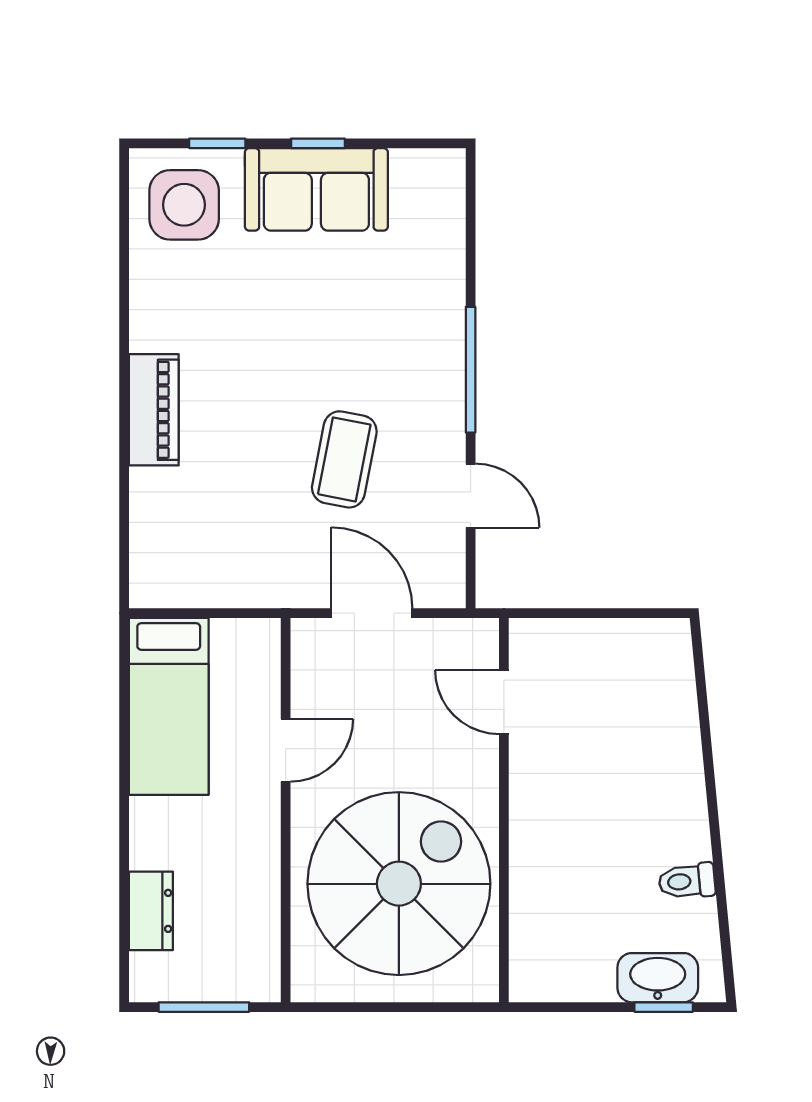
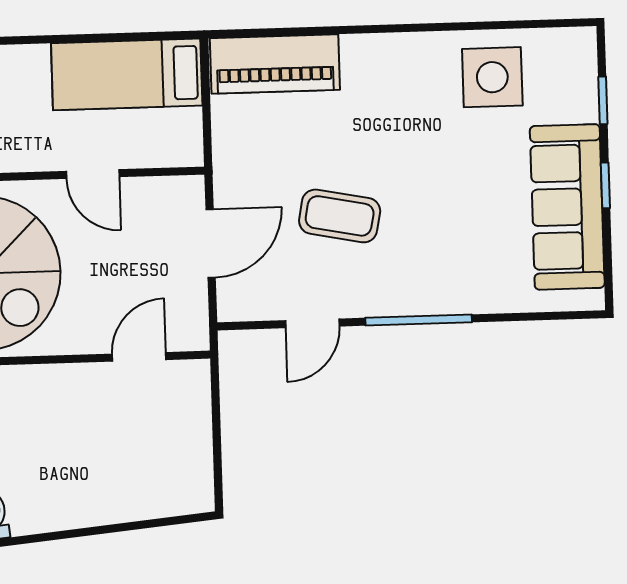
sofa: (316, 189) -> (567, 207), width x1.36
side table: (184, 205) -> (492, 77), moved
piano: (154, 410) -> (275, 64), moved, width x1.37, depth x1.33

